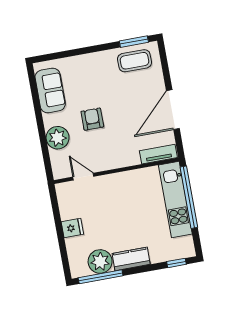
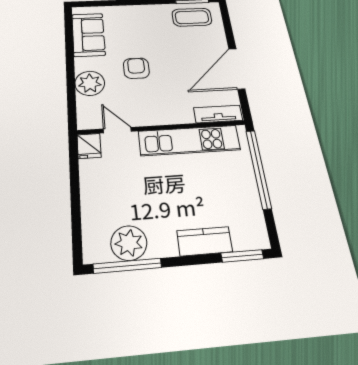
kitchen unit: (175, 200) -> (189, 140), moved, turned -90
fridge: (72, 228) -> (89, 146), moved, turned 90
kitchen counter: (131, 259) -> (205, 241), moved
window: (176, 263) -> (242, 256), width x1.50

